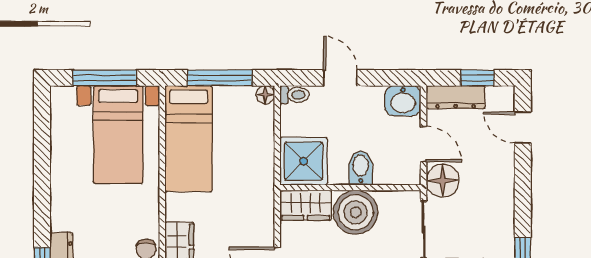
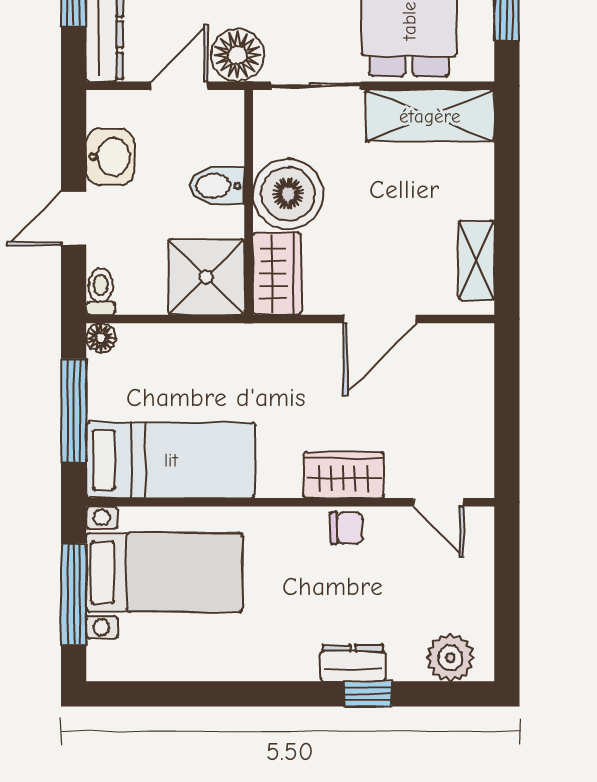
washbasin: (403, 101) -> (110, 157), moved

